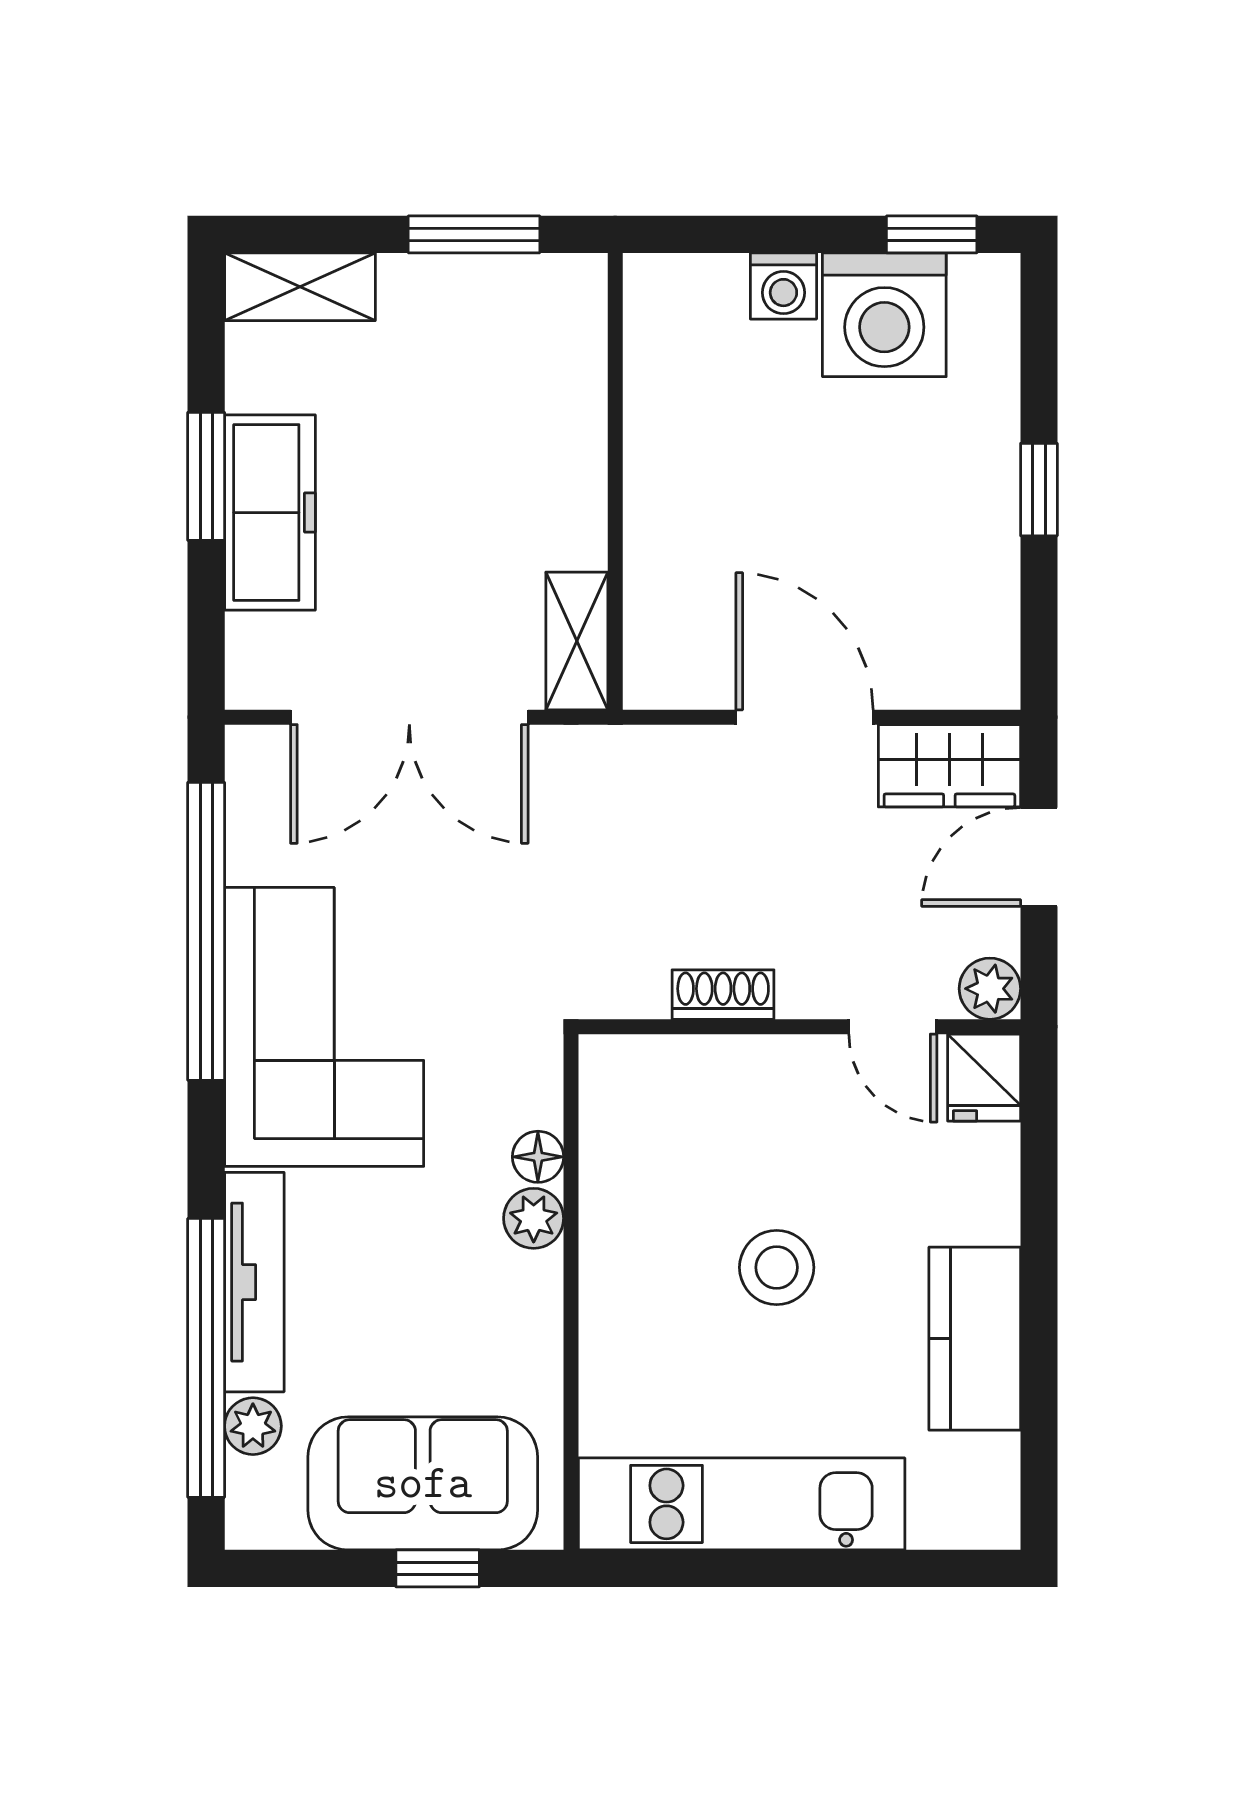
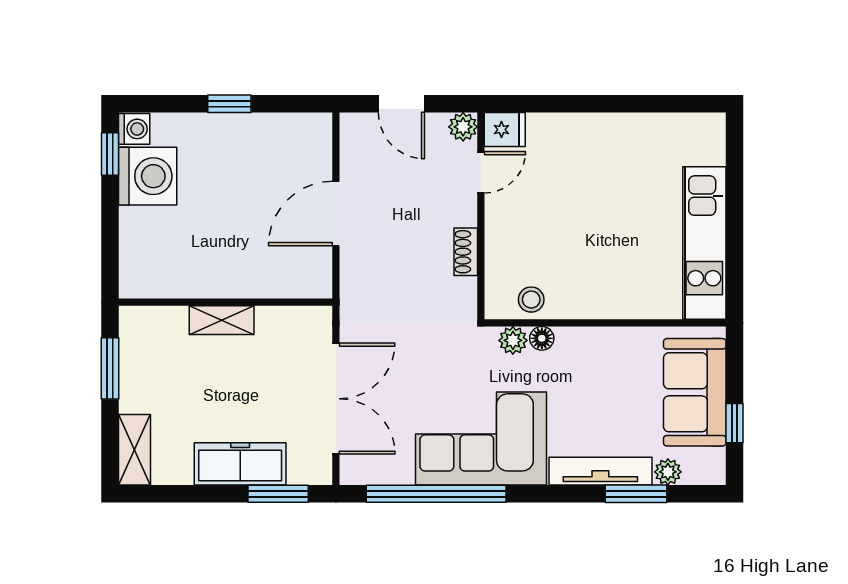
washing machine: (783, 286) -> (134, 129), moved
window: (206, 476) -> (278, 494), moved
shelving: (577, 641) -> (222, 320), moved
wardrobe: (949, 766) -> (359, 146), removed
plant: (534, 1218) -> (513, 340), moved
stool: (777, 1267) -> (531, 300), moved, width x0.73, depth x0.73
kitchen counter: (975, 1339) -> (627, 134), removed
window: (206, 1358) -> (636, 494), width x0.47
window: (438, 1568) -> (734, 423), moved

